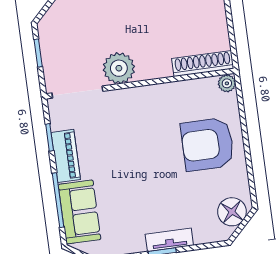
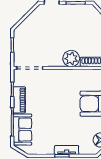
plant: (119, 68) -> (71, 59), moved

